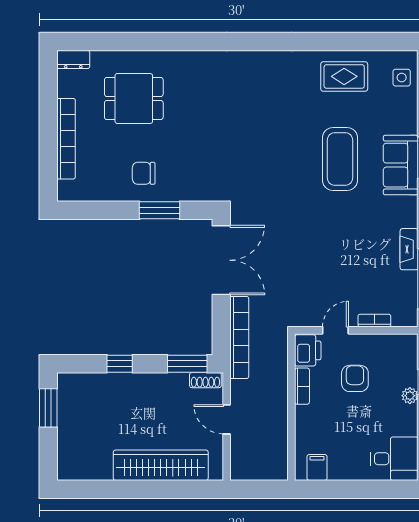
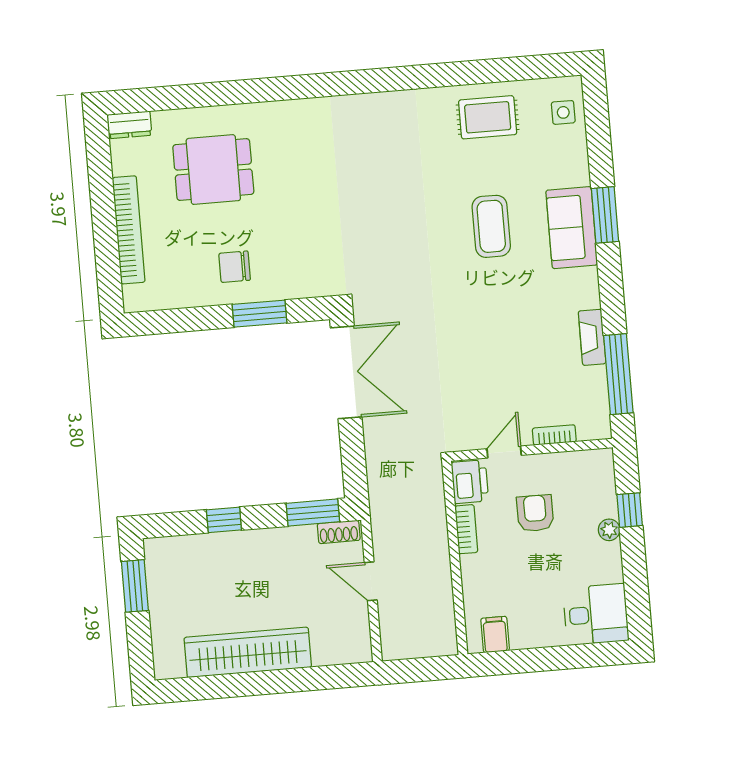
coffee table: (340, 159) -> (491, 226), width x0.73, depth x0.76
bookcase: (239, 337) -> (378, 472), removed
wardrobe: (161, 465) -> (248, 652), moved

